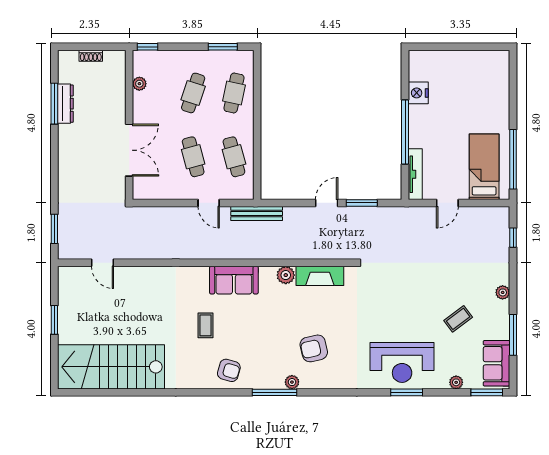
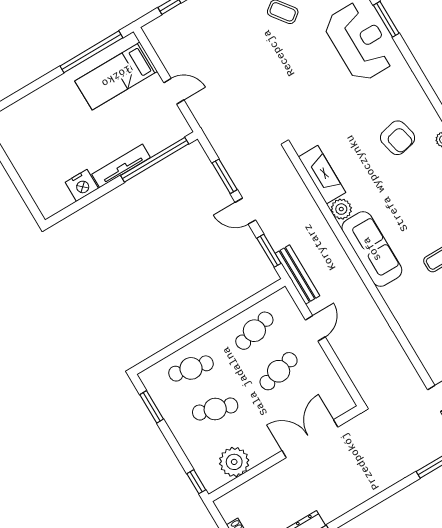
plant: (139, 84) -> (234, 462), width x1.87, depth x1.87
window: (405, 132) -> (155, 160), moved
tv unit: (415, 174) -> (121, 166), moved
window: (287, 203) -> (269, 251), added
sofa: (234, 280) -> (372, 249), width x1.36

